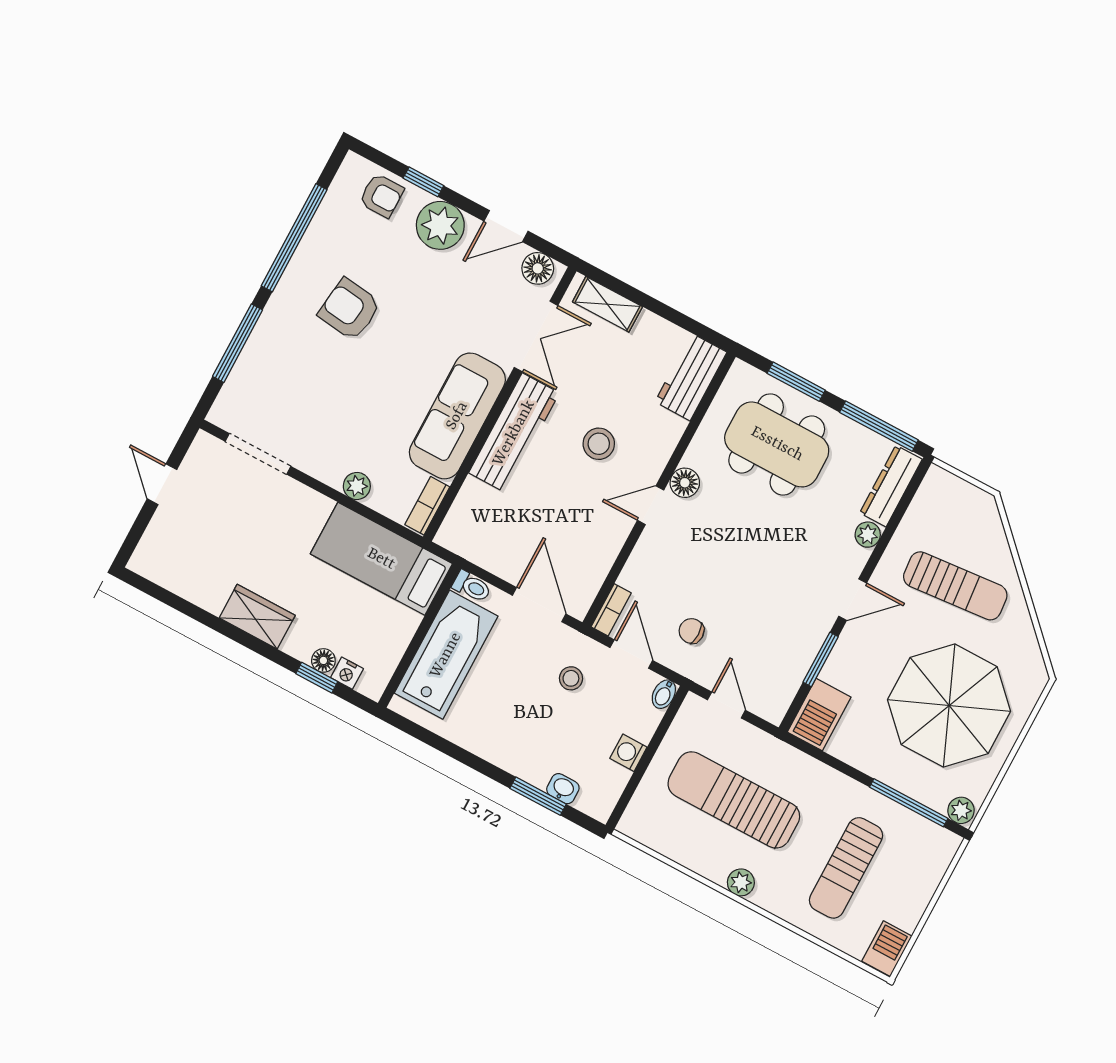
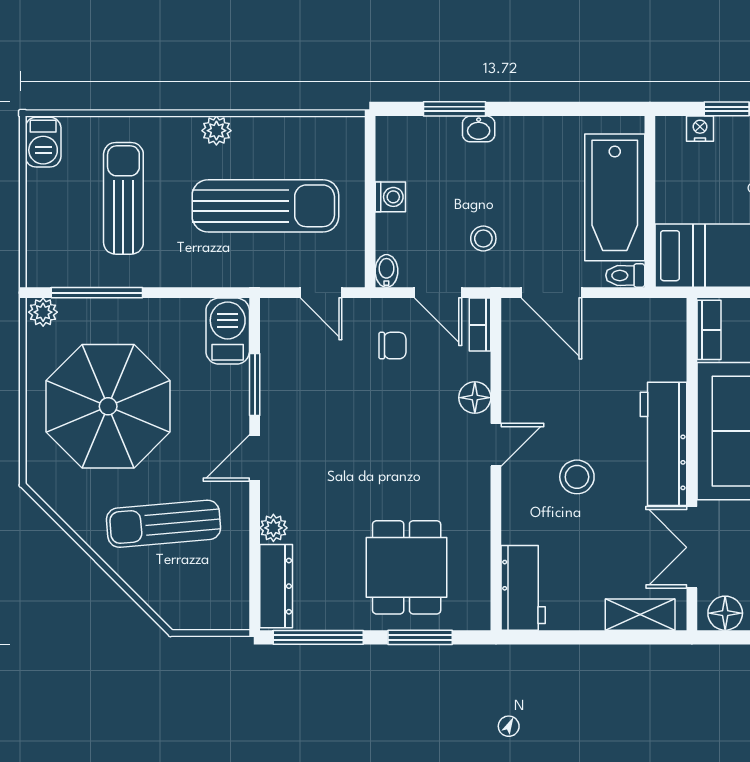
dining table: (777, 444) -> (407, 567), width x0.73
floor lamp: (685, 483) -> (475, 398), moved
floor lamp: (323, 660) -> (729, 129), removed
washbasin: (563, 789) -> (479, 129), moved

